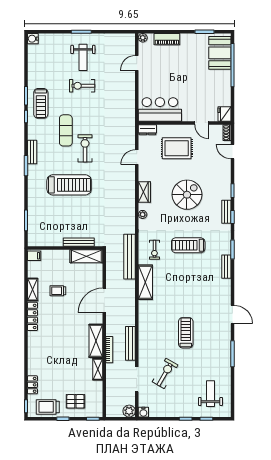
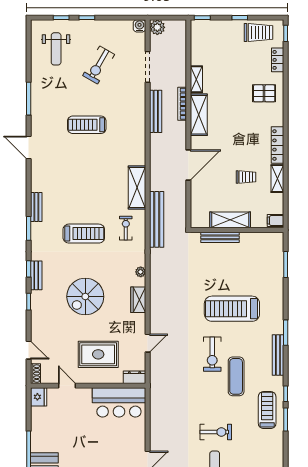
bench: (32, 152) -> (278, 355), width x1.36
shelving: (86, 256) -> (230, 220), moved
treadmill: (186, 333) -> (87, 125), turned 90
exercise bike: (165, 373) -> (99, 65), moved
pallet: (75, 401) -> (264, 93), moved

